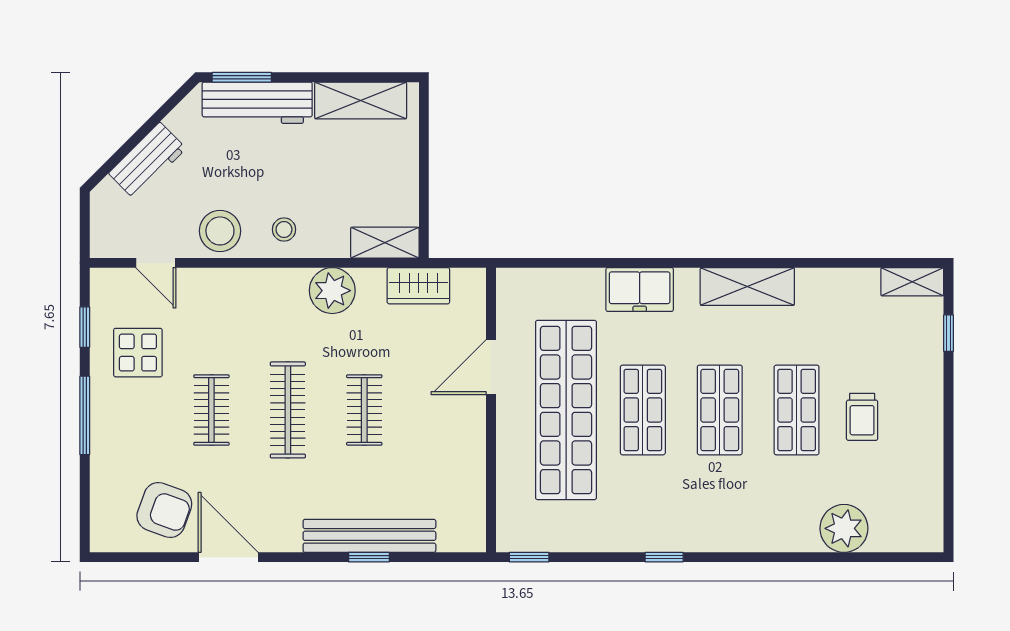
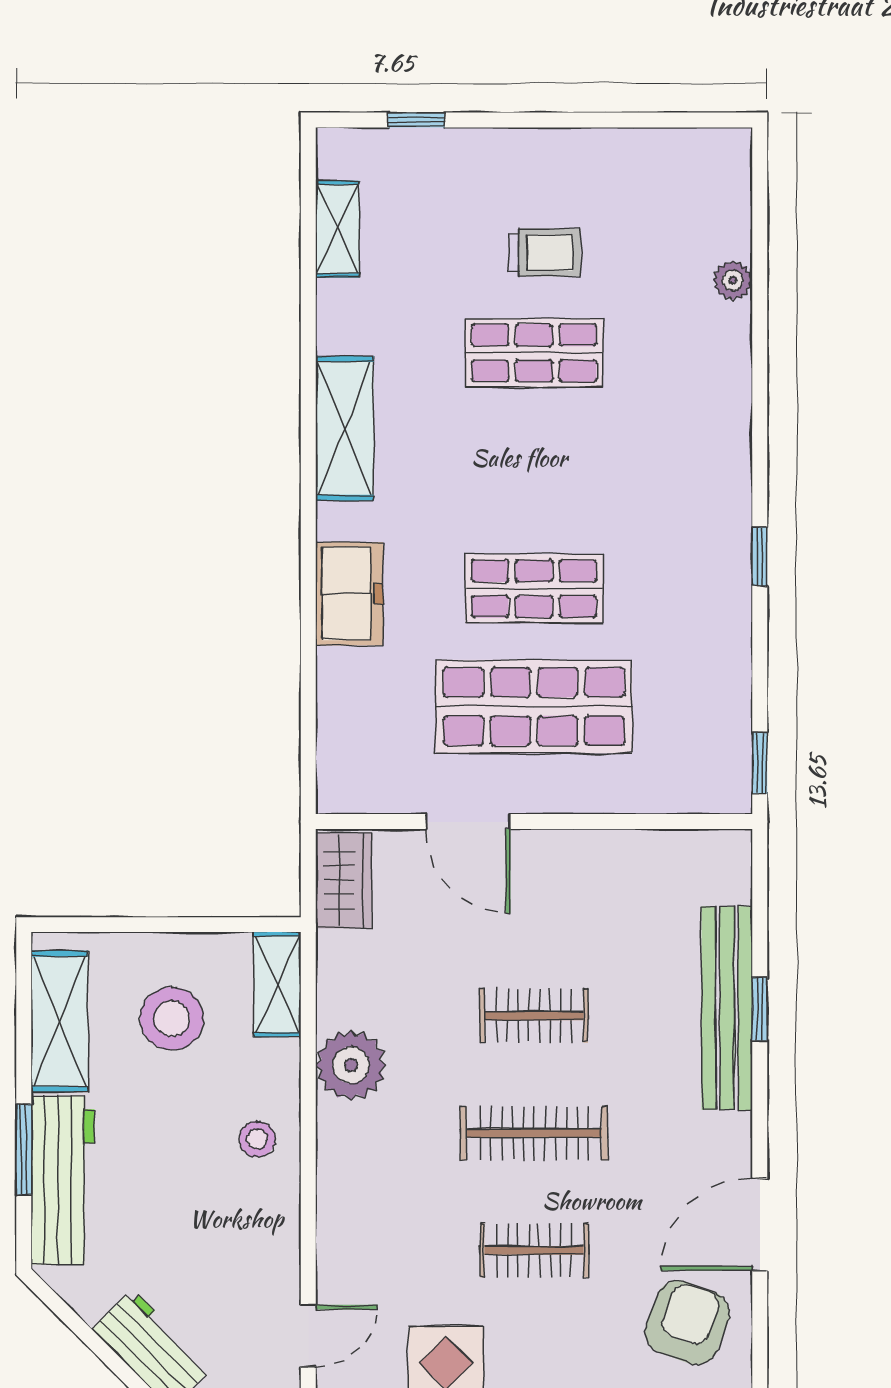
window: (242, 77) -> (24, 1150), moved
stool: (220, 231) -> (172, 1019), moved
shelving: (912, 282) -> (337, 229), moved
wardrobe: (418, 286) -> (343, 881), moved
shop shelf: (566, 410) -> (534, 707), width x0.71
shop shelf: (720, 410) -> (534, 471), removed
plant: (844, 528) -> (733, 280), width x0.53, depth x0.53

